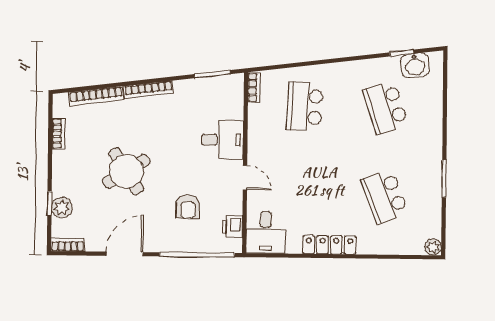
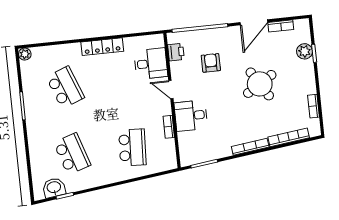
bookcase: (254, 87) -> (169, 127), moved
desk: (266, 232) -> (151, 64), moved, turned 90
bookcase: (68, 245) -> (281, 26), moved

